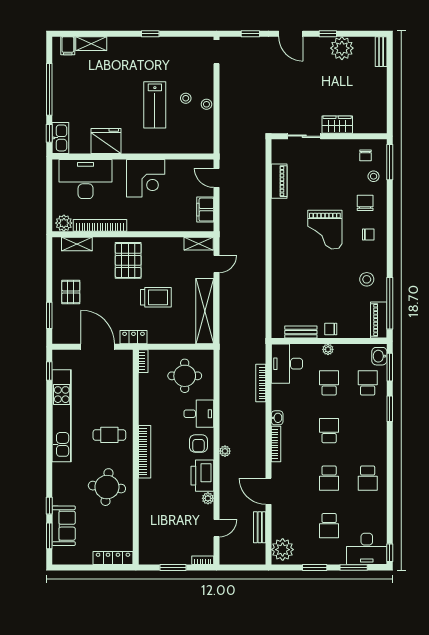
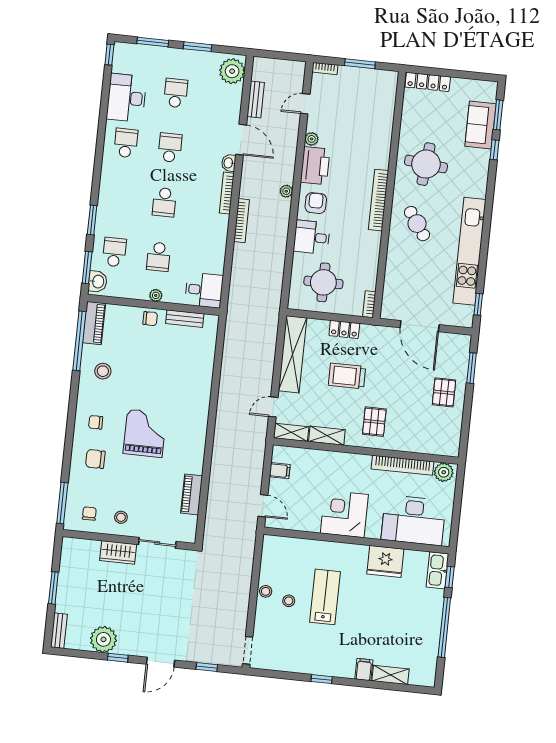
door: (291, 34) -> (160, 662), swing flipped
filing cabinet: (68, 46) -> (364, 670), moved
window: (390, 88) -> (53, 588), added
stool: (374, 176) -> (121, 517), moved
chair: (365, 203) -> (95, 459), turned 90
filing cabinet: (205, 210) -> (280, 471), width x0.50
shelving: (77, 244) -> (327, 436), moved
pallet: (128, 260) -> (374, 422), width x0.67, depth x0.71
locker: (133, 337) -> (344, 329), moved
desk: (287, 364) -> (204, 290), width x0.73
bookcase: (261, 383) -> (242, 221), moved
school desk: (368, 383) -> (114, 252), turned 180
washbasin: (277, 418) -> (229, 163), moved
cafe table: (109, 435) -> (417, 224), turned 55
desk: (367, 549) -> (127, 98), moved, turned -90

